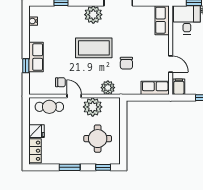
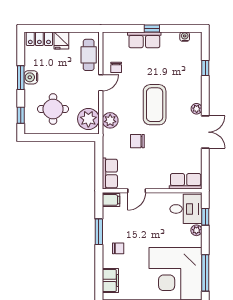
plant: (93, 15) -> (197, 109), width x0.53, depth x0.53
window: (26, 66) -> (152, 28), moved
plant: (93, 107) -> (88, 119), moved
water cooler: (69, 158) -> (31, 77), added

